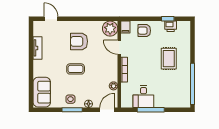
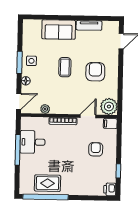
printer: (171, 26) -> (110, 189), moved
armchair: (144, 31) -> (96, 149), moved
rug: (169, 59) -> (47, 183), moved
sofa: (42, 92) -> (59, 30), moved
door: (107, 110) -> (19, 101), hinge flipped

